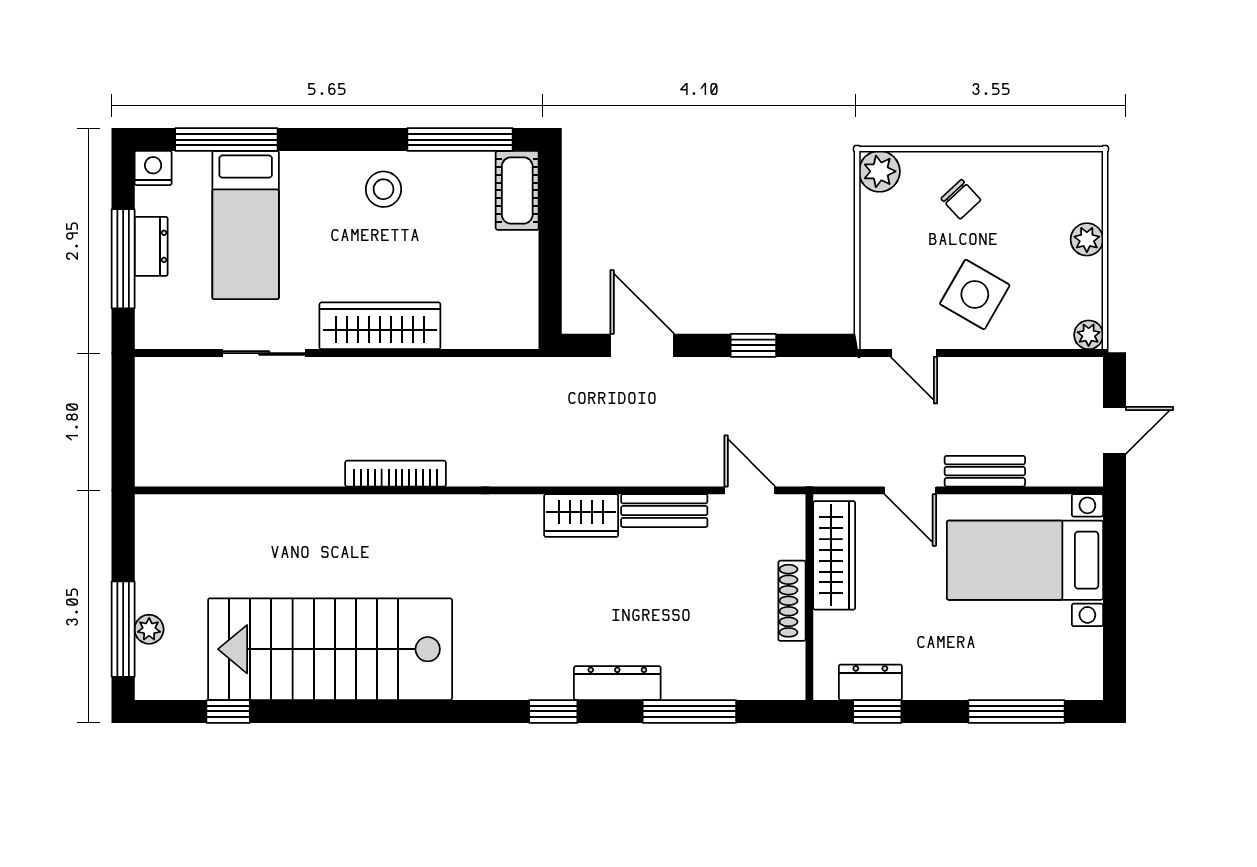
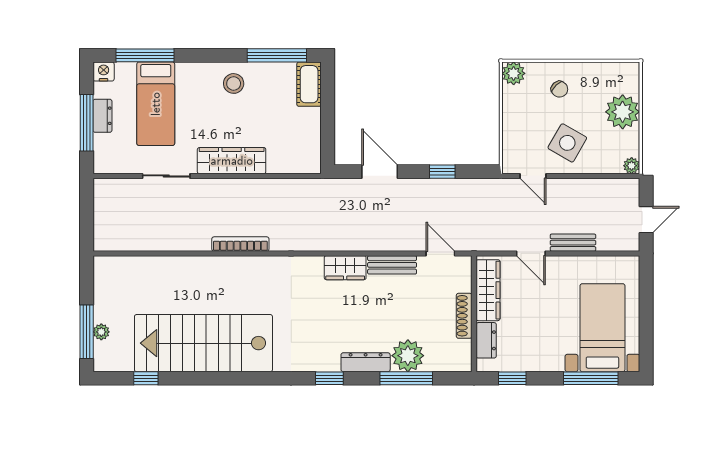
plant: (1087, 239) -> (623, 112), width x1.88, depth x1.88
bed with nightstands: (1025, 560) -> (602, 328), moved, turned 90
plant: (692, 671) -> (408, 356), added
dresser: (870, 682) -> (486, 340), moved, turned 90

